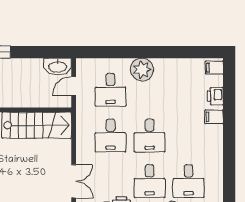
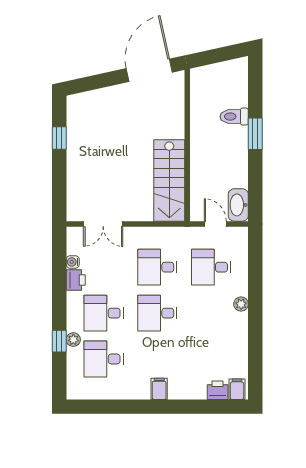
plant: (142, 70) -> (241, 304), width x0.53, depth x0.53
printer: (215, 96) -> (218, 390), moved
filing cabinet: (214, 117) -> (159, 389), moved

